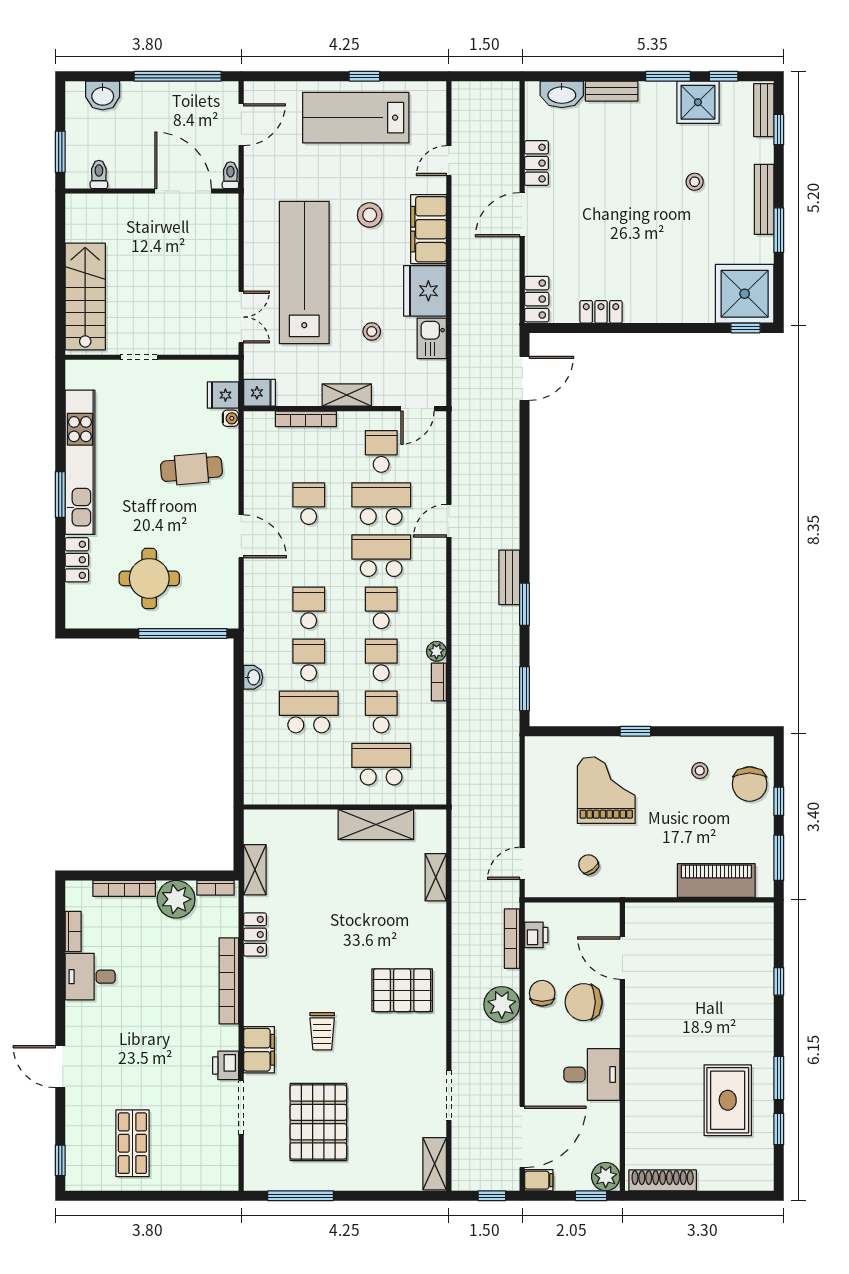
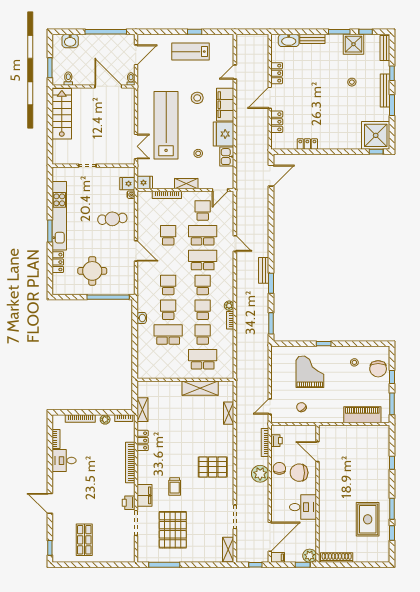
lab bench: (356, 118) -> (191, 52), width x0.73, depth x0.72
window: (779, 130) -> (392, 73), moved
stairs: (85, 297) -> (62, 114), moved
locker: (537, 299) -> (277, 122), moved
door: (449, 521) -> (235, 243), swing flipped
plant: (176, 899) -> (105, 419), width x0.53, depth x0.53

